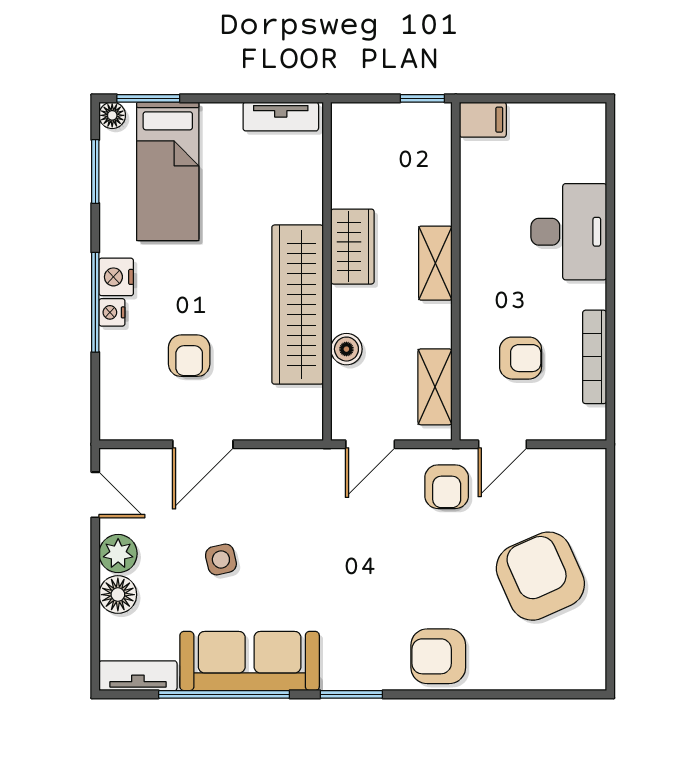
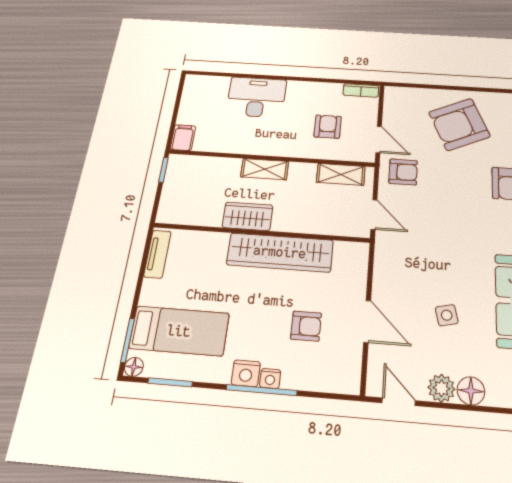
boiler: (346, 349) -> (312, 224), removed
bookcase: (595, 357) -> (361, 90), moved, width x0.64
door: (95, 495) -> (399, 402), hinge flipped

